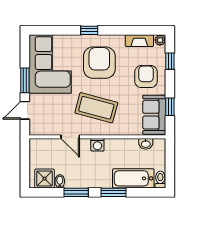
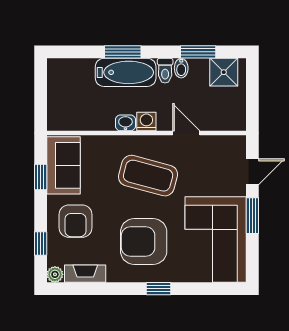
armchair: (99, 63) -> (144, 242), turned 90
washbasin: (146, 144) -> (125, 123), moved
bathtub: (133, 178) -> (126, 72), moved
toilet: (160, 180) -> (165, 71), moved
bidet: (60, 181) -> (181, 68), moved
window: (76, 192) -> (198, 52), moved

